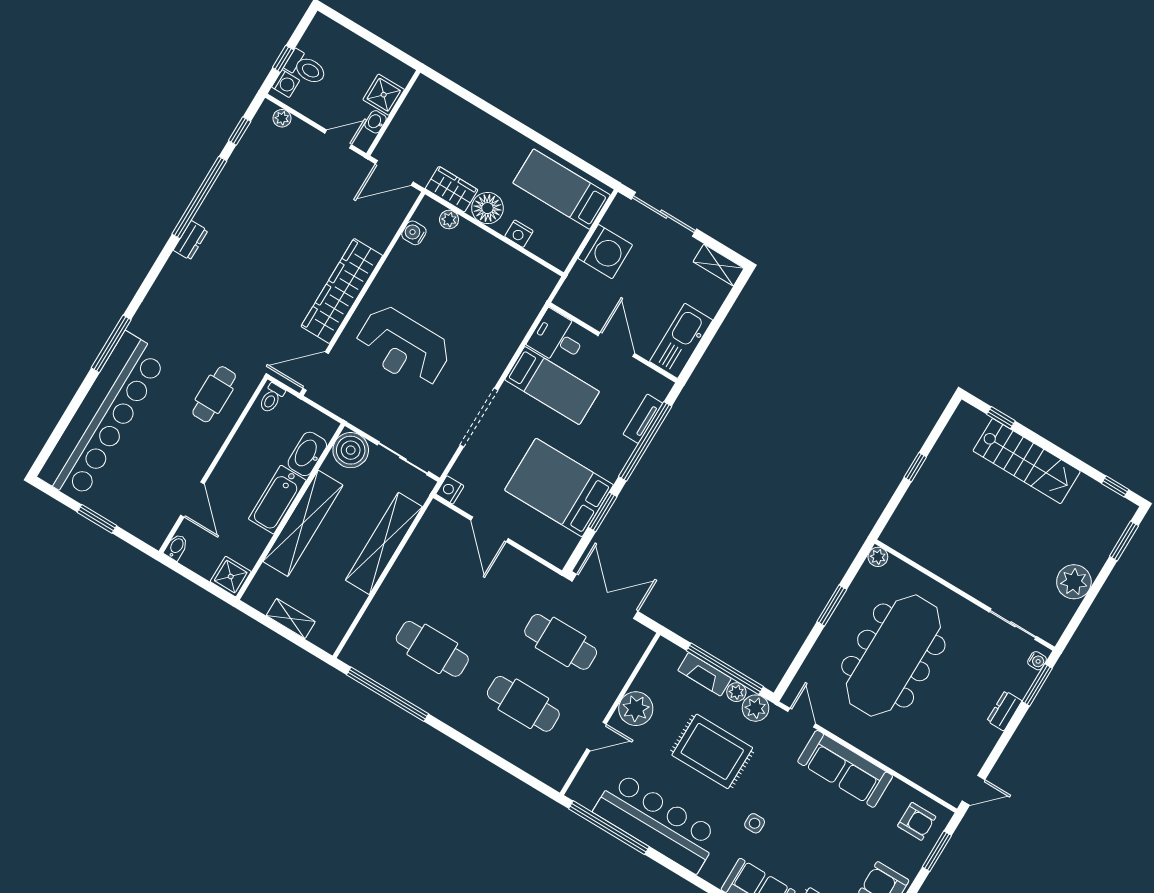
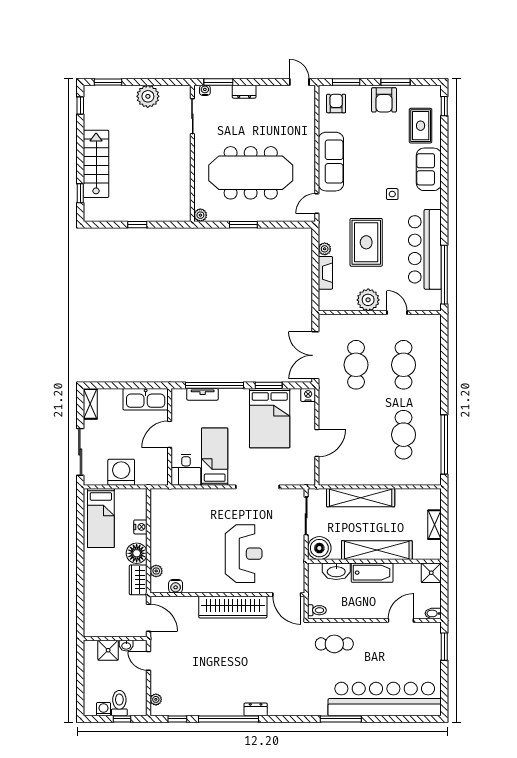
washing machine: (286, 84) -> (104, 709), moved
nightstand: (450, 490) -> (308, 395), moved, turned 180
window: (97, 519) -> (444, 647), moved
window: (725, 669) -> (315, 263), removed
plant: (755, 708) -> (327, 233), removed

